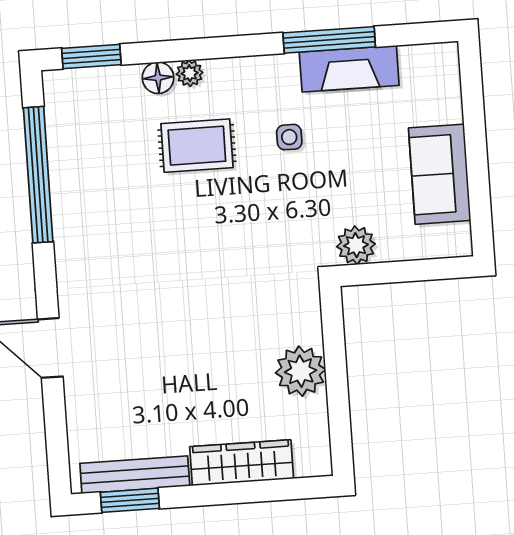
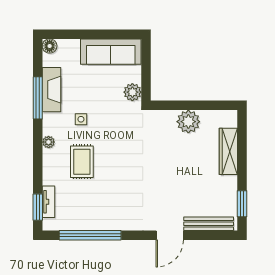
plant: (190, 73) -> (49, 142), moved
floor lamp: (158, 78) -> (50, 46), moved
tv unit: (105, 79) -> (48, 202), added
sofa: (440, 174) -> (111, 52), width x1.36
bench: (135, 475) -> (209, 224), moved, turned 90

